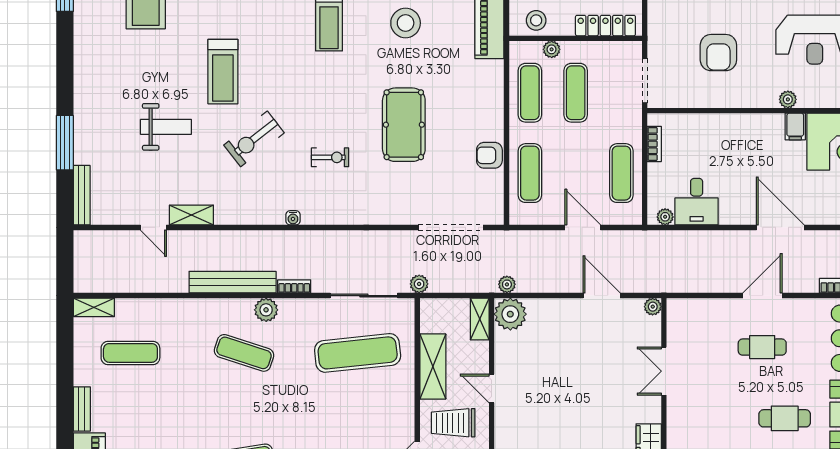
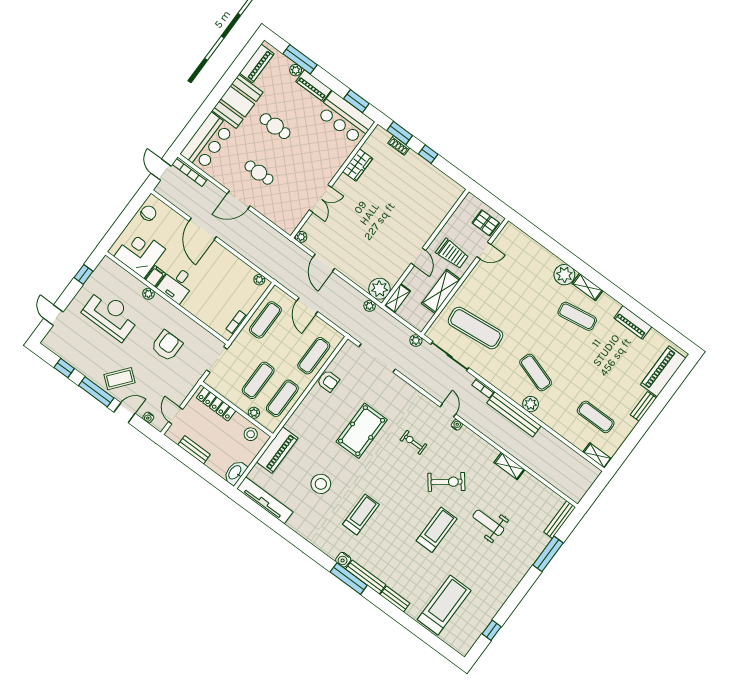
desk: (697, 202) -> (177, 284), moved, turned 180
door: (153, 227) -> (448, 410), moved
plant: (266, 310) -> (531, 404), moved

